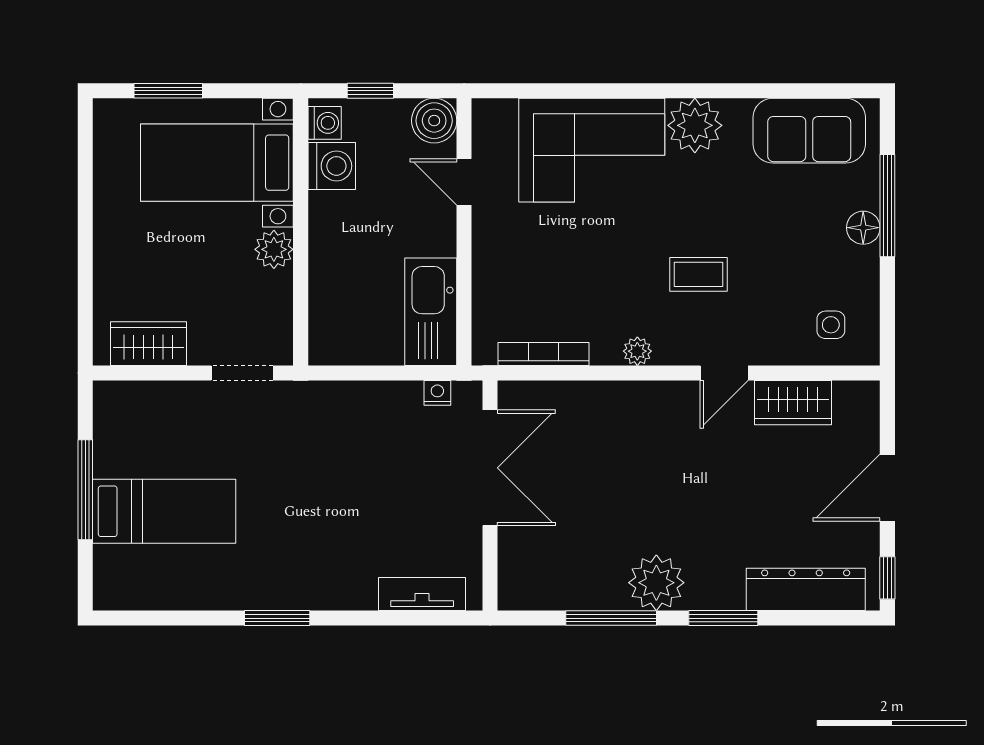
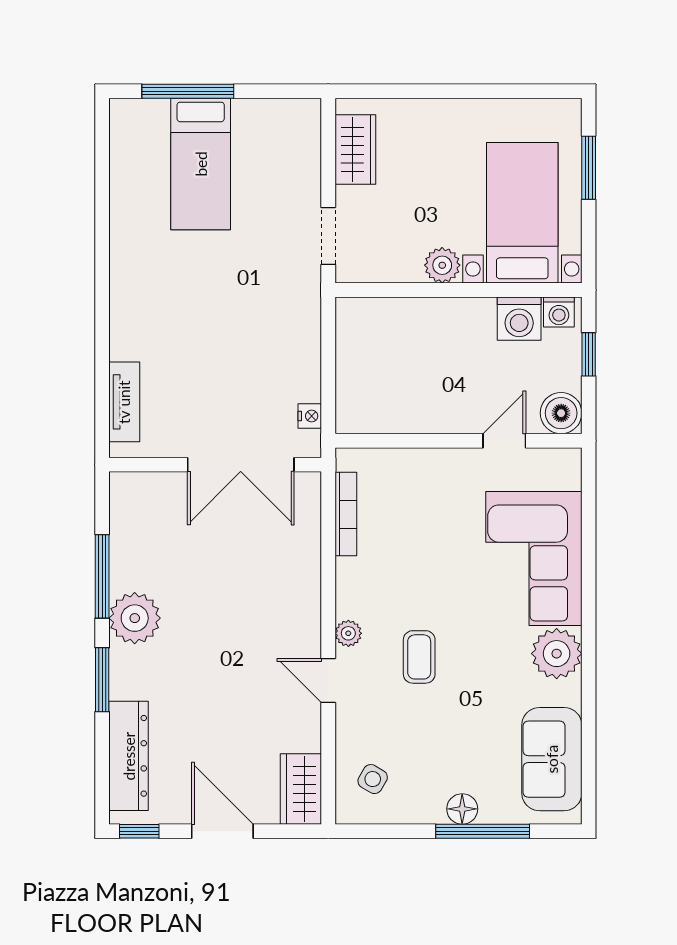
kitchen sink: (431, 312) -> (385, 410), removed
side table: (831, 325) -> (373, 779), turned 30
plant: (637, 351) -> (348, 633), moved
wardrobe: (793, 403) -> (301, 789), moved
window: (85, 490) -> (188, 91), moved
window: (277, 618) -> (102, 268), removed

